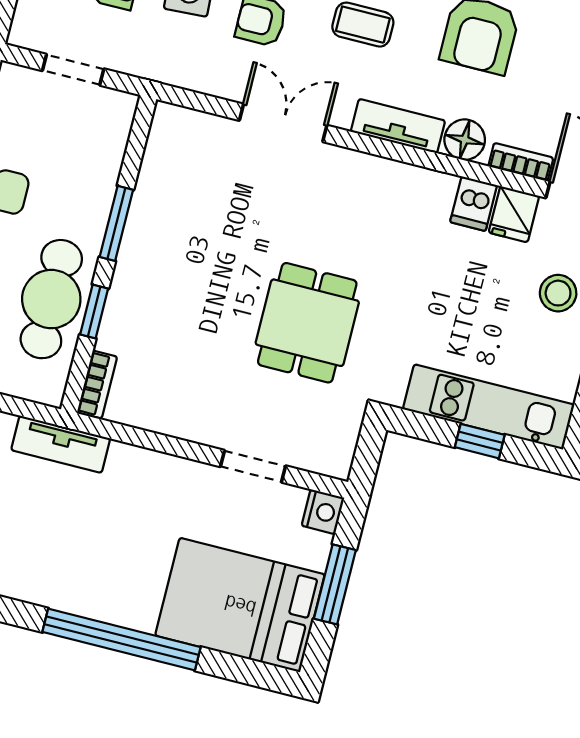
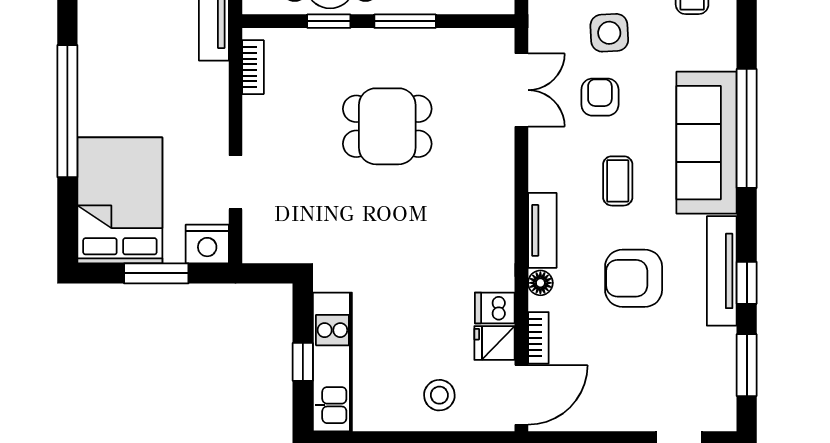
double door: (283, 123) -> (521, 90), moved
floor lamp: (465, 140) -> (540, 283), width x0.73, depth x0.73
dining table: (307, 323) -> (387, 126), moved
bookcase: (97, 385) -> (253, 67), moved, turned -90
nightstand: (323, 512) -> (207, 244), width x1.36, depth x1.33

